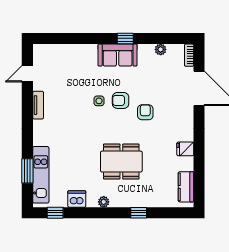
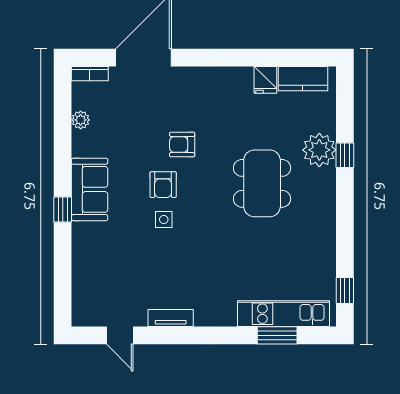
window: (125, 38) -> (63, 210), moved
fridge: (185, 149) -> (265, 80), moved
dishwasher: (77, 199) -> (323, 255), removed
plant: (104, 202) -> (319, 150), moved, width x1.88, depth x1.88

